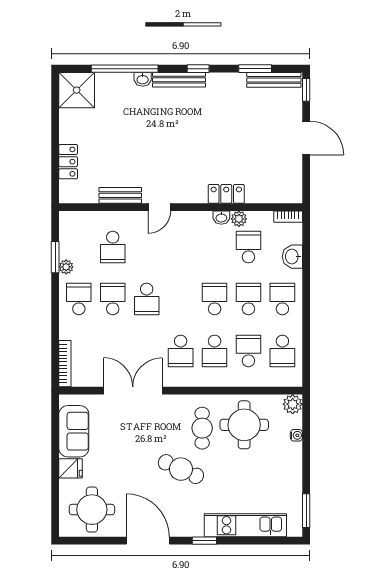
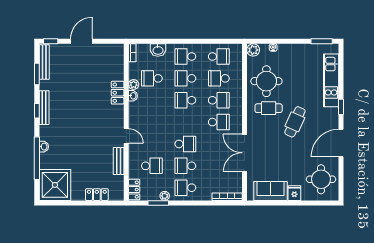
bench: (179, 80) -> (44, 108), moved
shower: (77, 90) -> (55, 185), width x1.37, depth x1.37
locker: (76, 220) -> (134, 190), added

